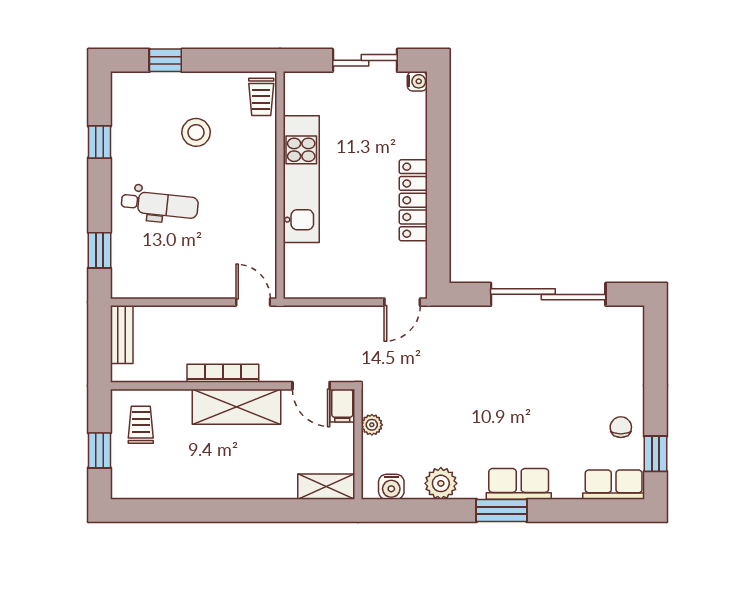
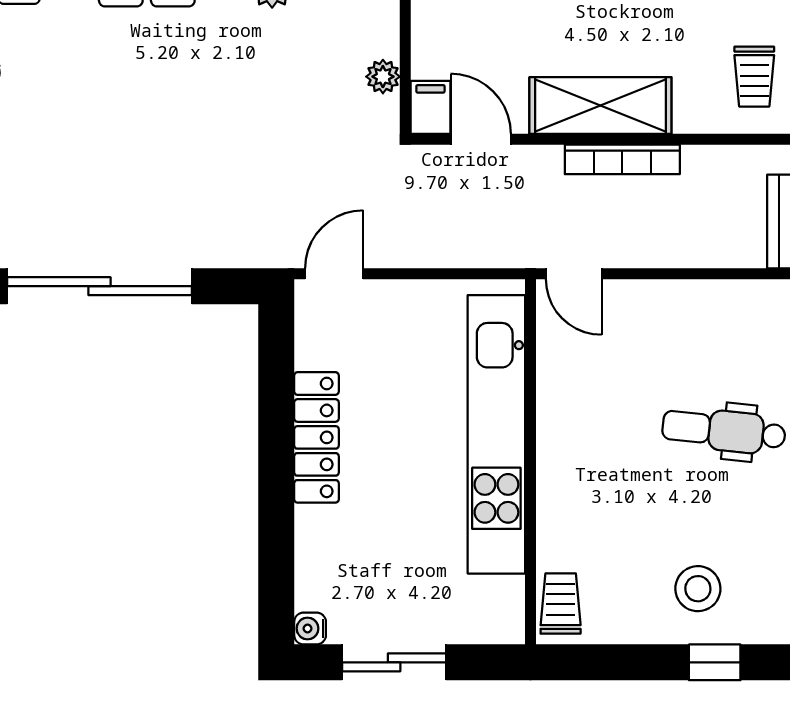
stool: (196, 132) -> (698, 589), moved
kitchen unit: (301, 179) -> (496, 434), width x1.36

